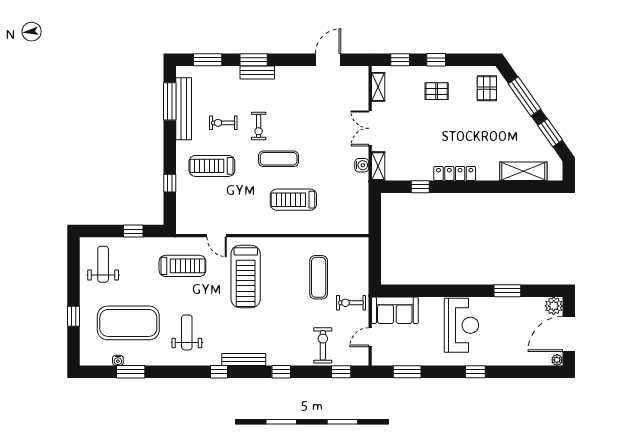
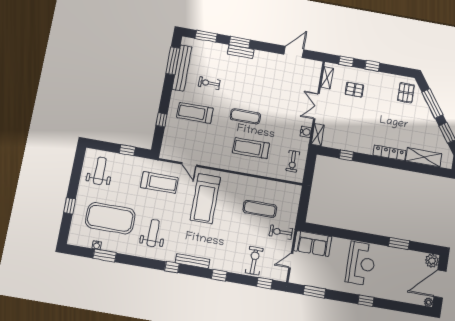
pallet: (437, 91) -> (354, 90), moved
exercise bike: (259, 126) -> (293, 161), moved
locker: (455, 173) -> (389, 153), moved
exercise mat: (319, 277) -> (260, 209), turned 90

